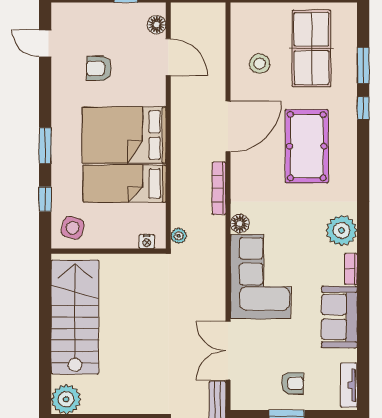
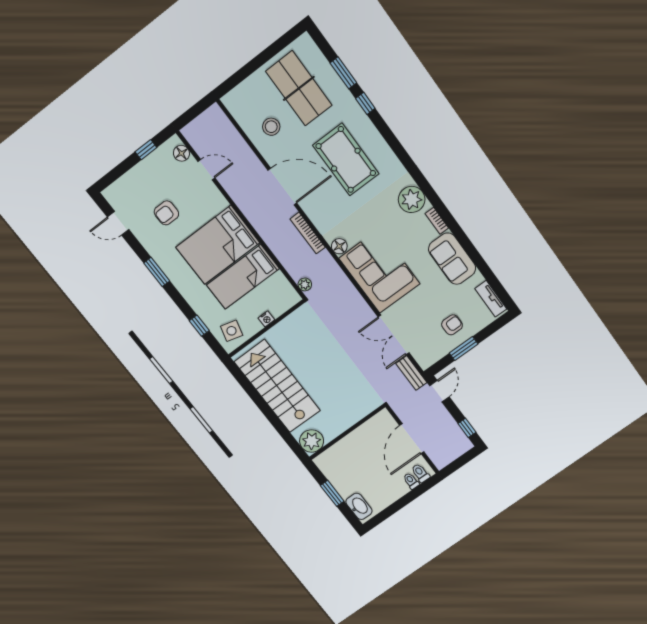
door: (168, 57) -> (206, 170), width x0.73
door: (228, 126) -> (282, 187), hinge flipped
window: (45, 146) -> (157, 272), moved
nightstand: (147, 242) -> (266, 319), moved

